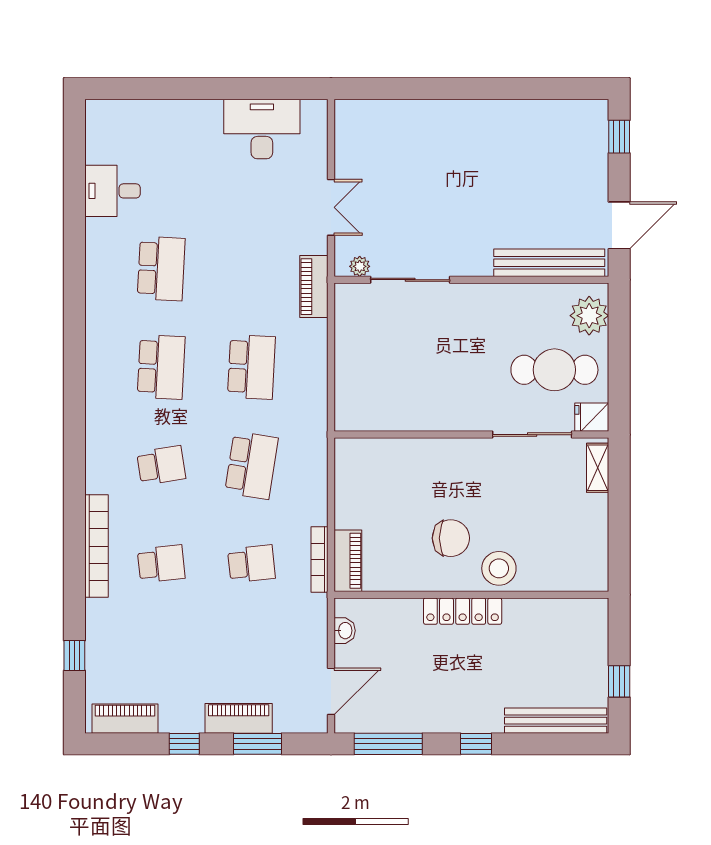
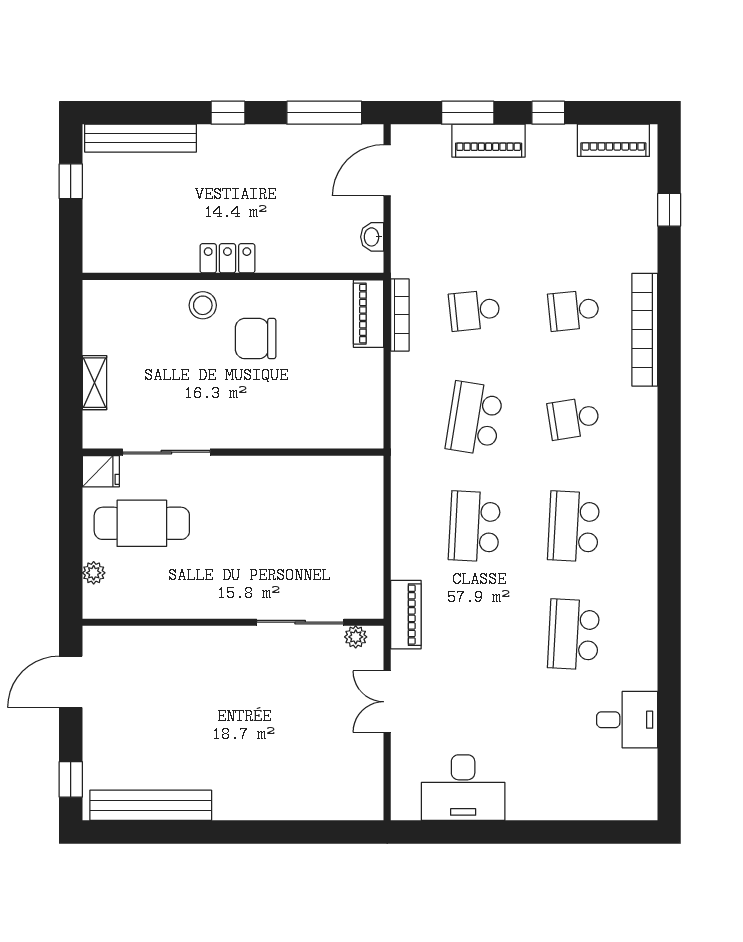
bench: (549, 263) -> (151, 805), moved
plant: (589, 316) -> (94, 573), width x0.53, depth x0.53
shelving: (598, 468) -> (94, 383), moved
stool: (499, 568) -> (203, 305), width x0.73, depth x0.73
locker: (463, 611) -> (227, 258), width x0.66

